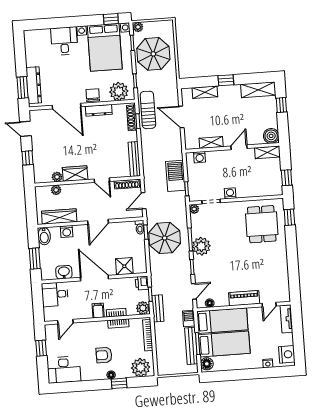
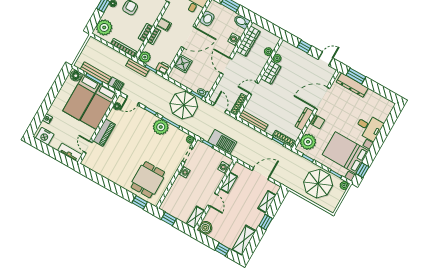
sun lounger: (148, 110) -> (281, 154), removed
dining table: (262, 224) -> (148, 180), turned 90
door: (194, 291) -> (133, 101), hinge flipped

